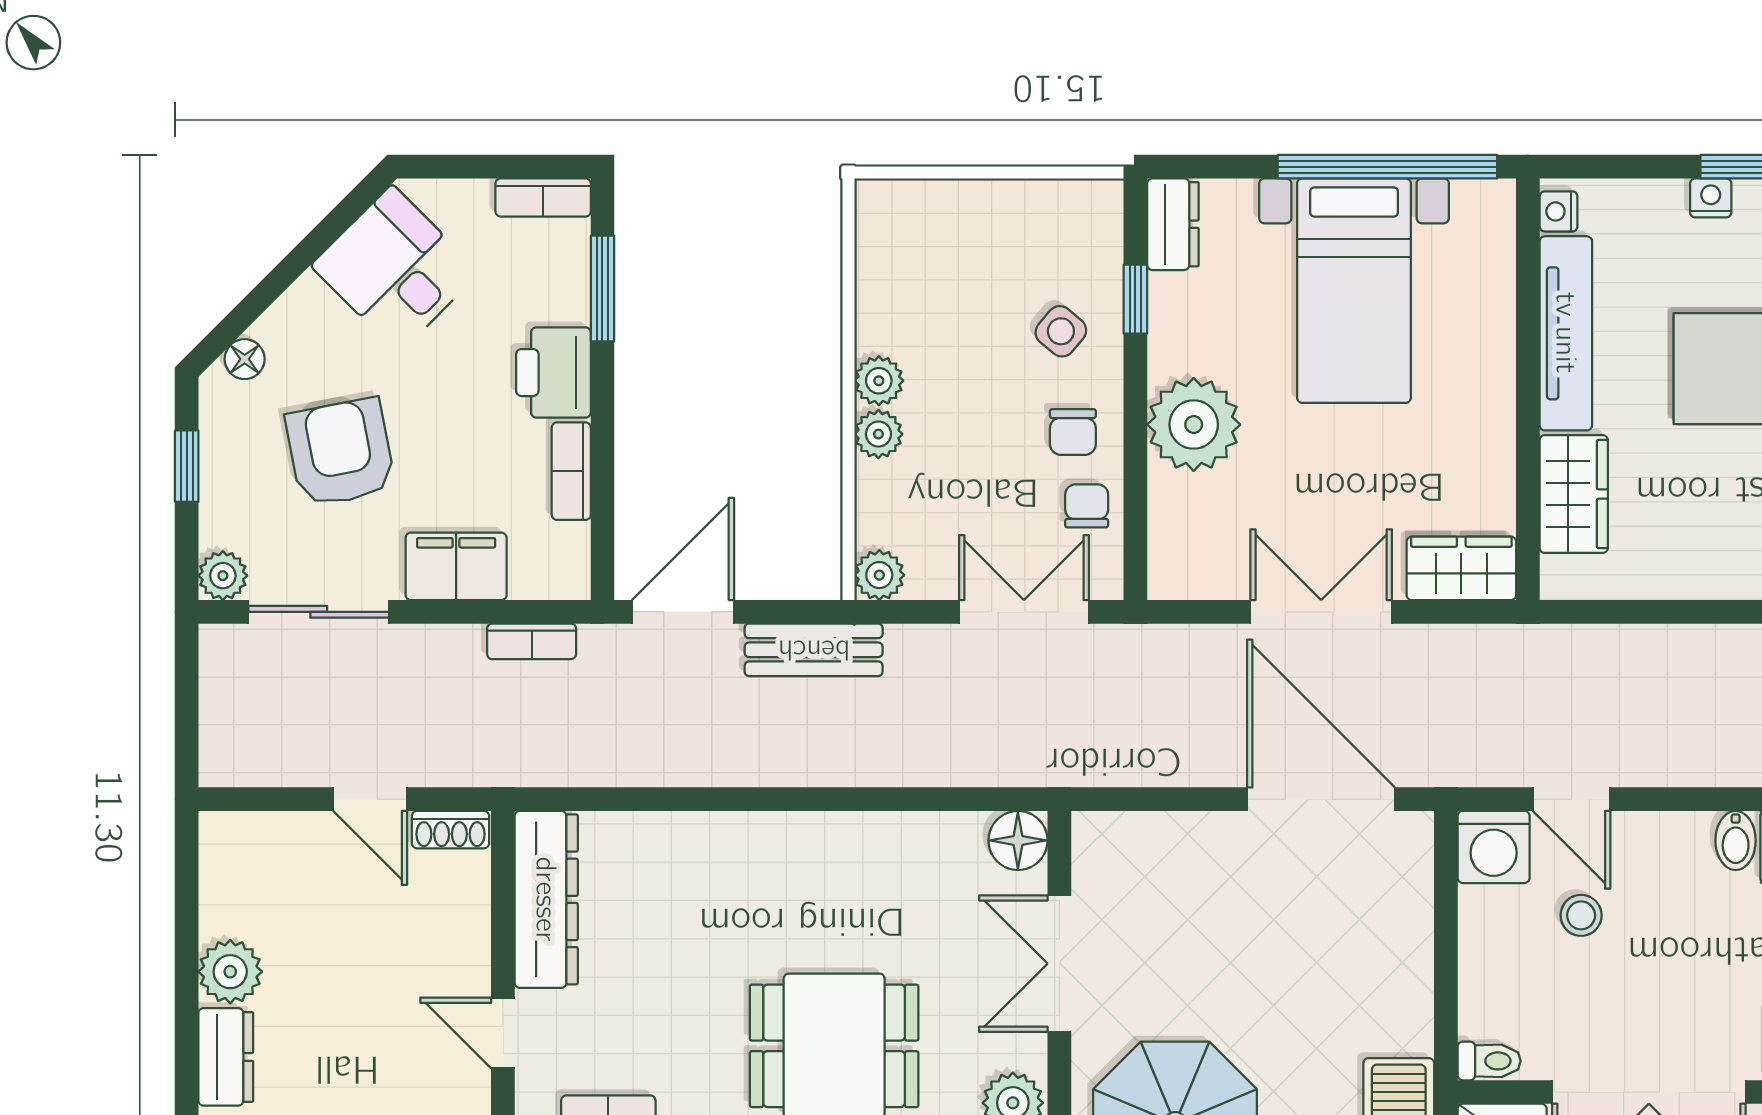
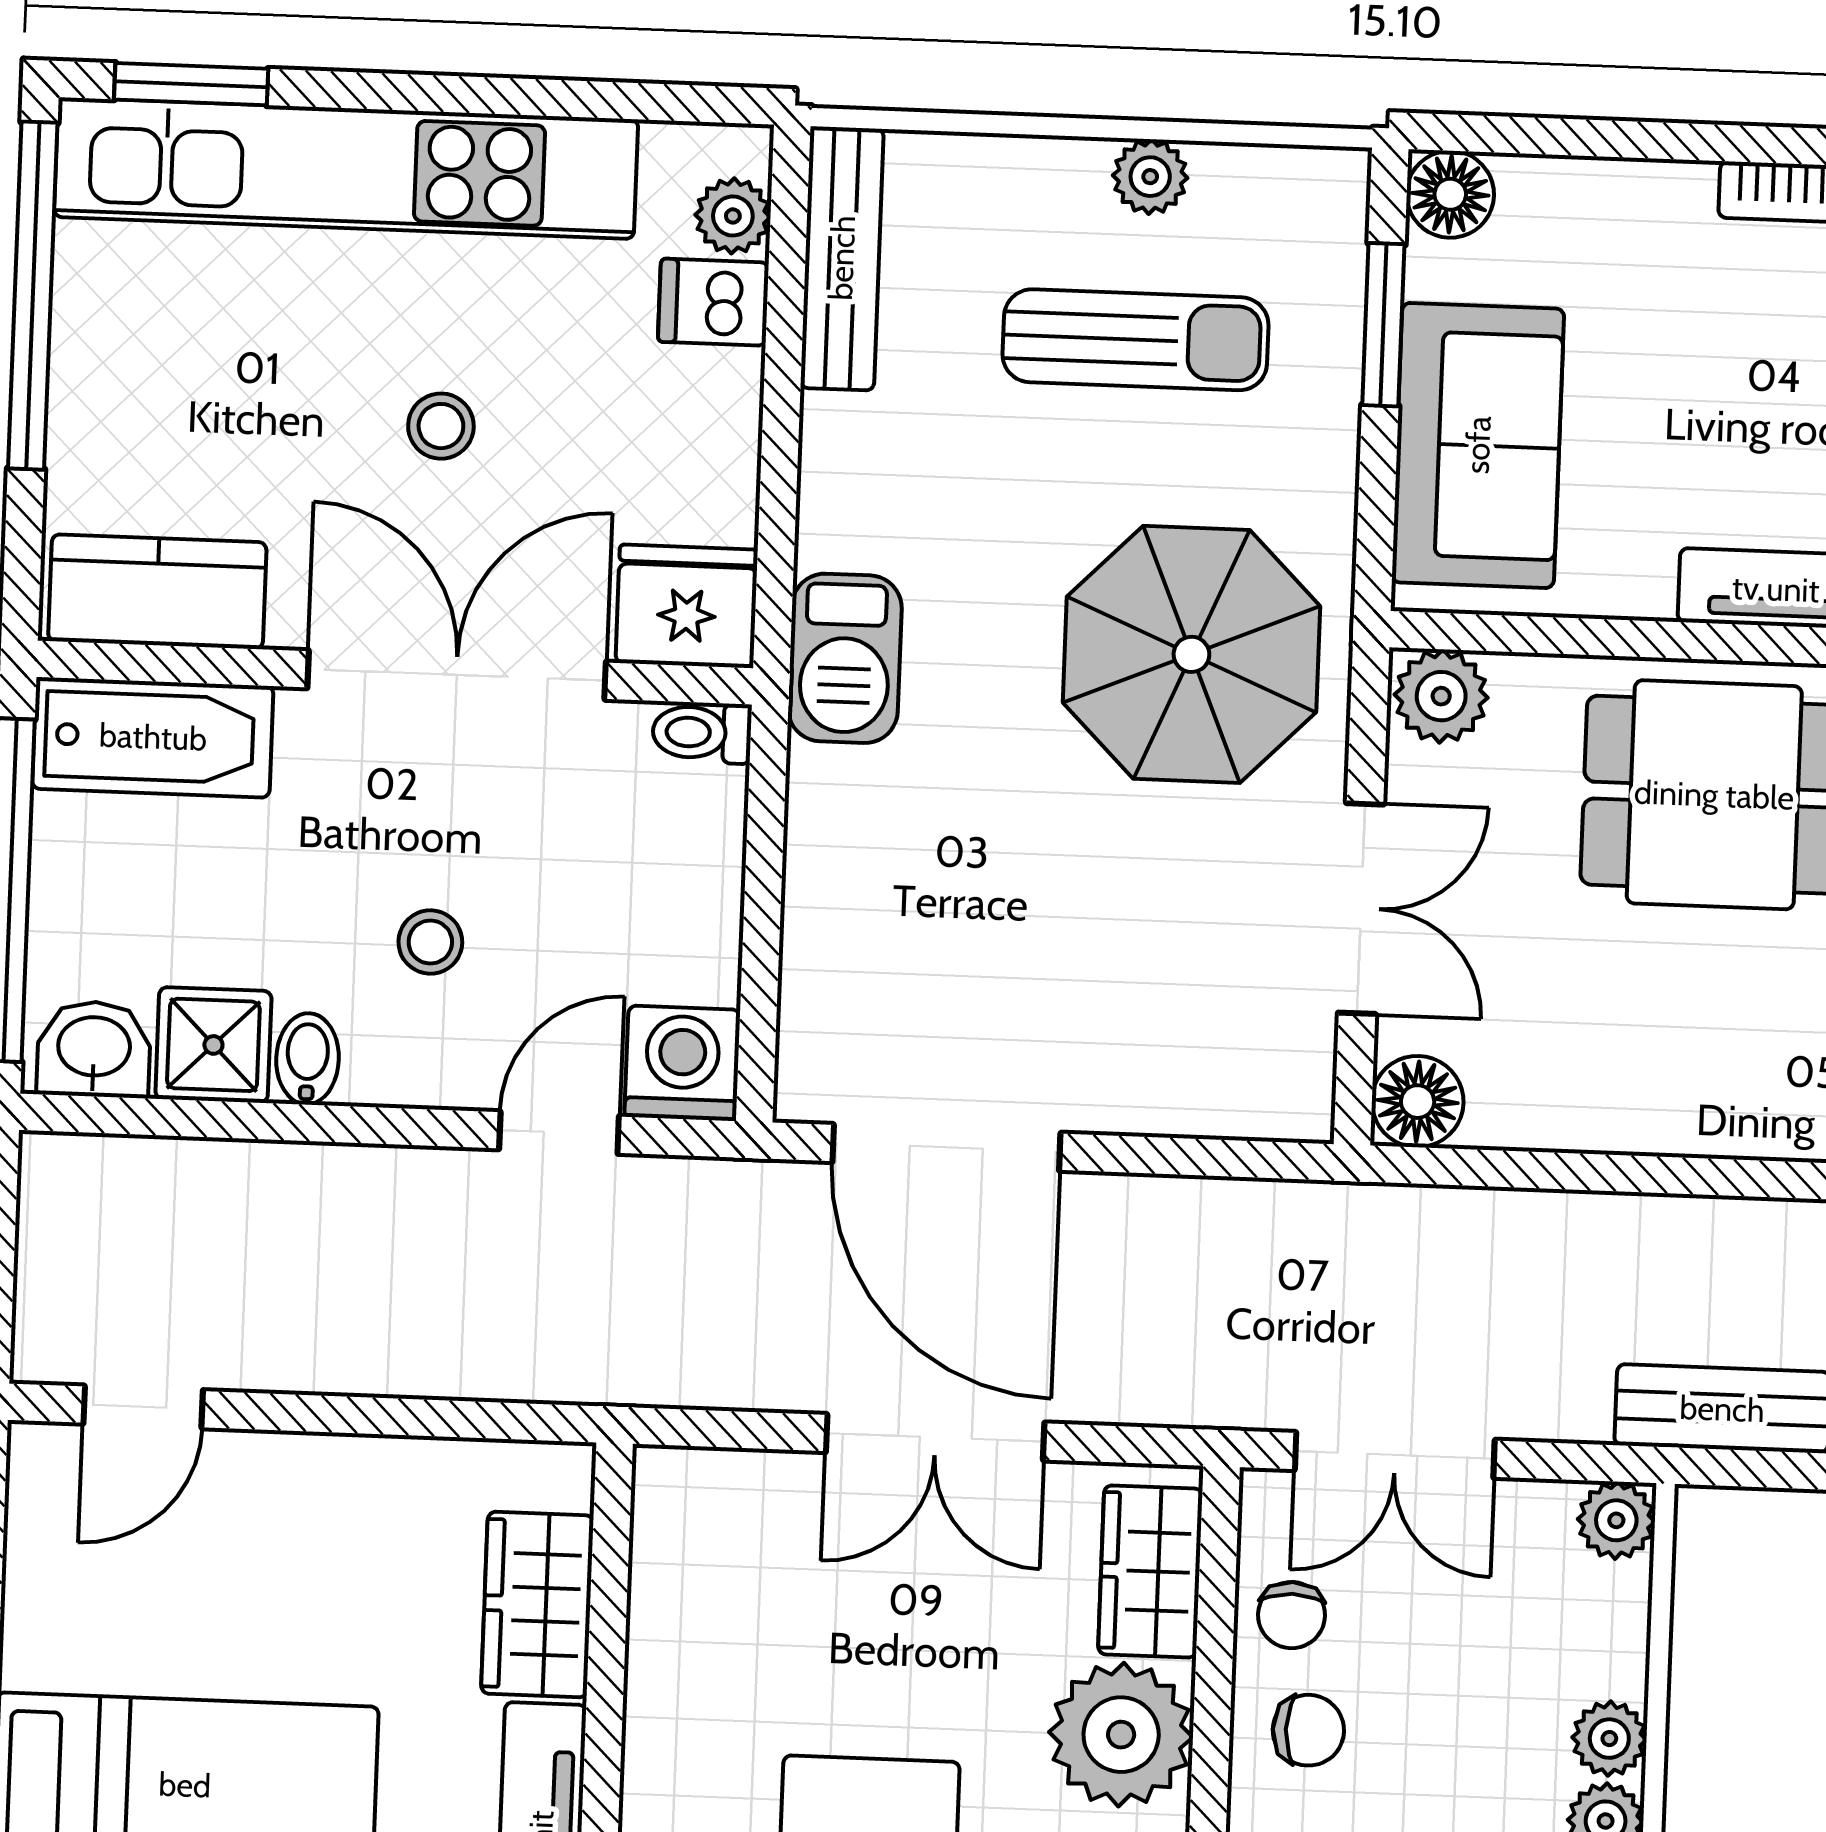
chair: (1073, 432) -> (1308, 1730), turned 90
wardrobe: (1461, 568) -> (1150, 1571), moved, turned 90
door: (1571, 799) -> (559, 1133), hinge flipped
stool: (1581, 915) -> (430, 942), moved

